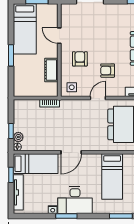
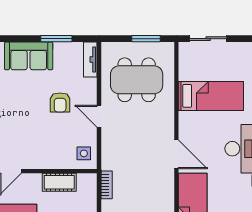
armchair: (80, 59) -> (44, 142), removed

